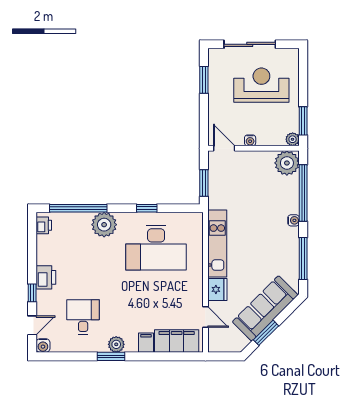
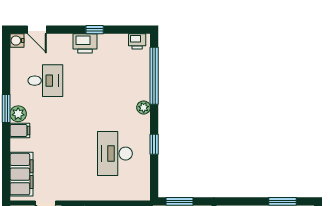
plant: (104, 225) -> (144, 107), width x0.53, depth x0.53
desk: (156, 248) -> (115, 154), width x0.73, depth x0.77
window: (32, 293) -> (95, 30), moved
filing cabinet: (146, 343) -> (20, 130), moved

